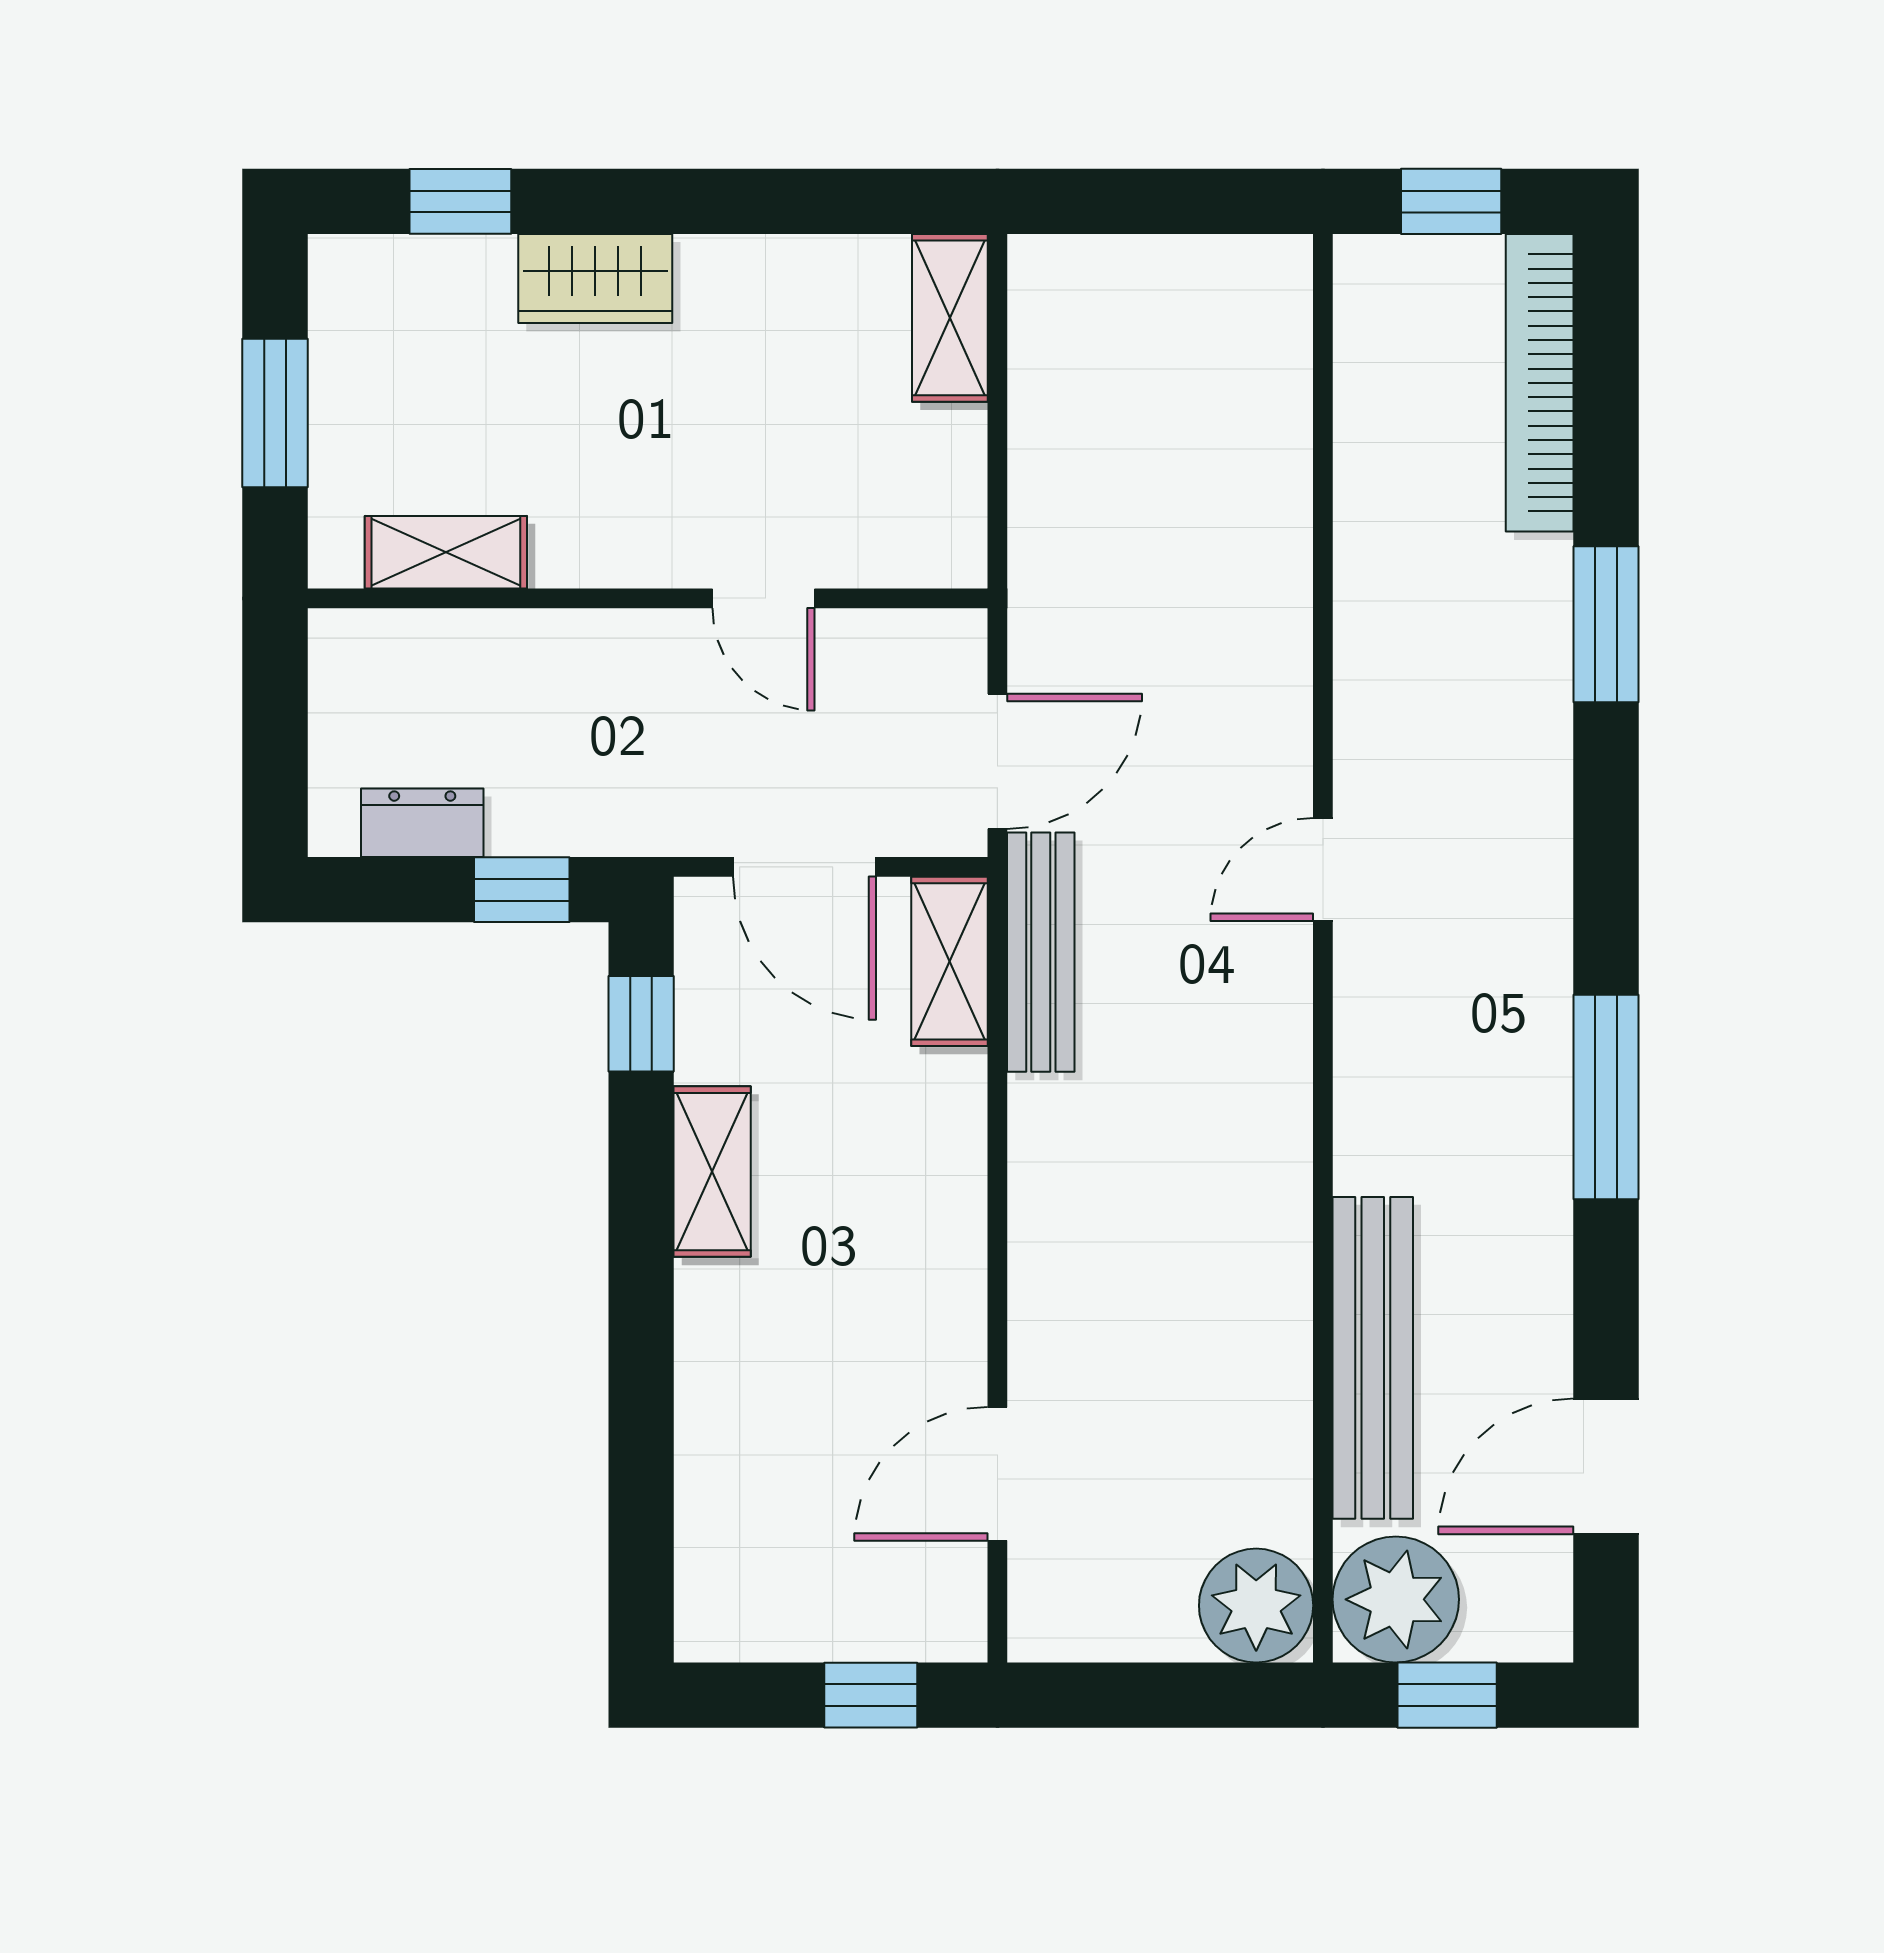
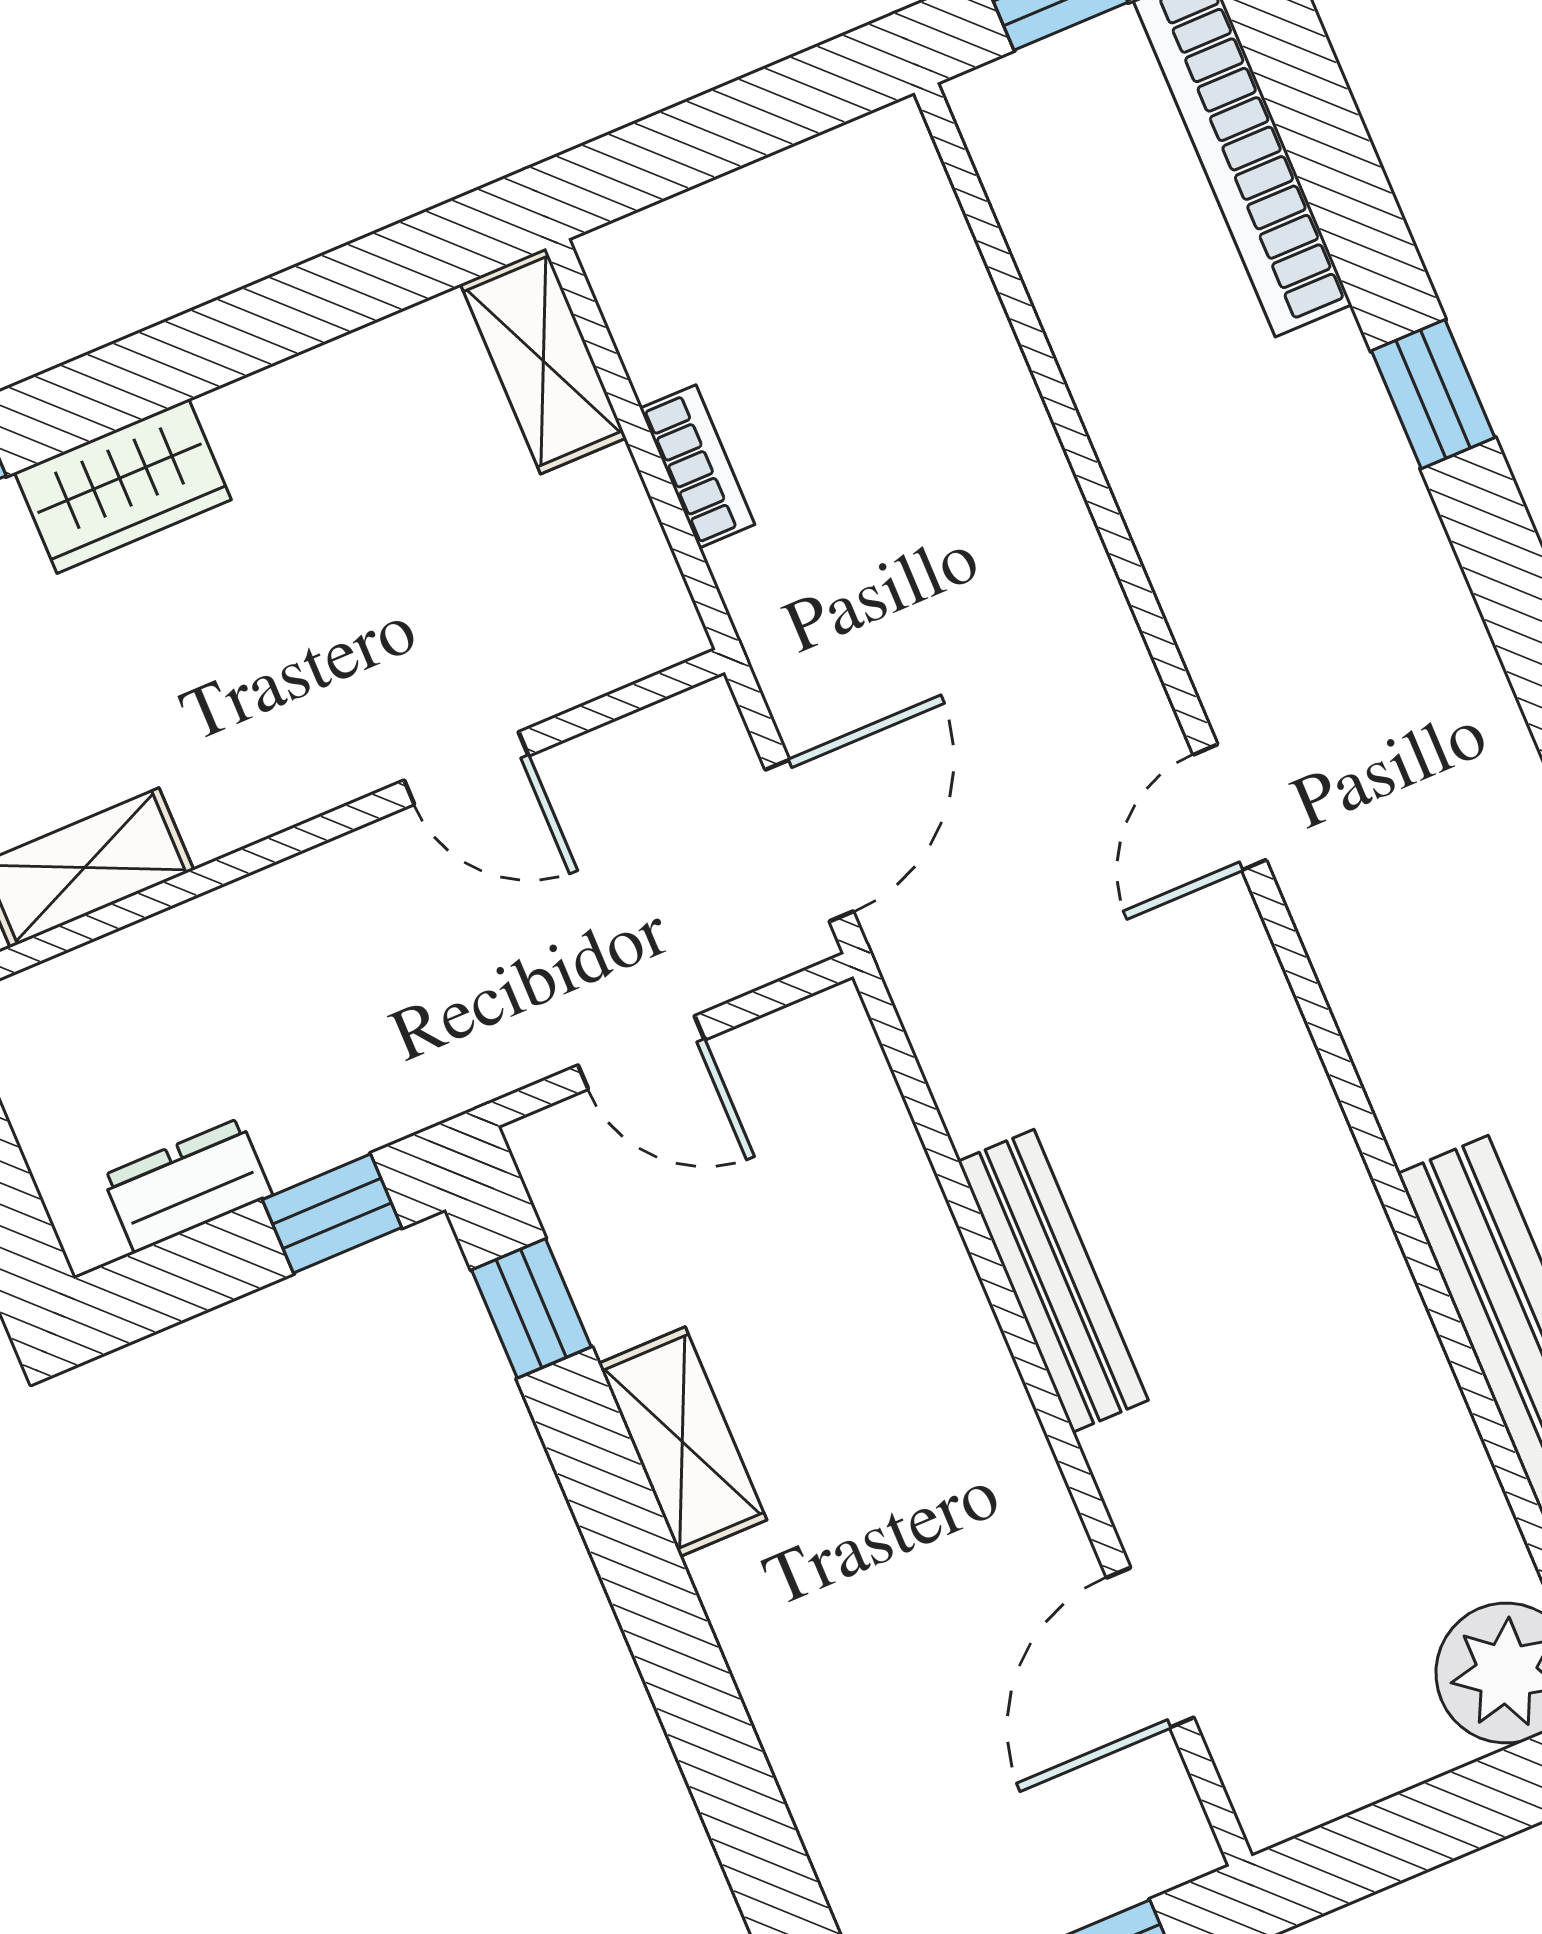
bookcase: (1032, 446) -> (697, 466), added
window: (1606, 624) -> (1433, 394), width x0.67
door: (805, 867) -> (641, 1052), width x0.73
bench: (1041, 952) -> (1053, 1281), moved
shelving: (950, 961) -> (851, 1090), removed

